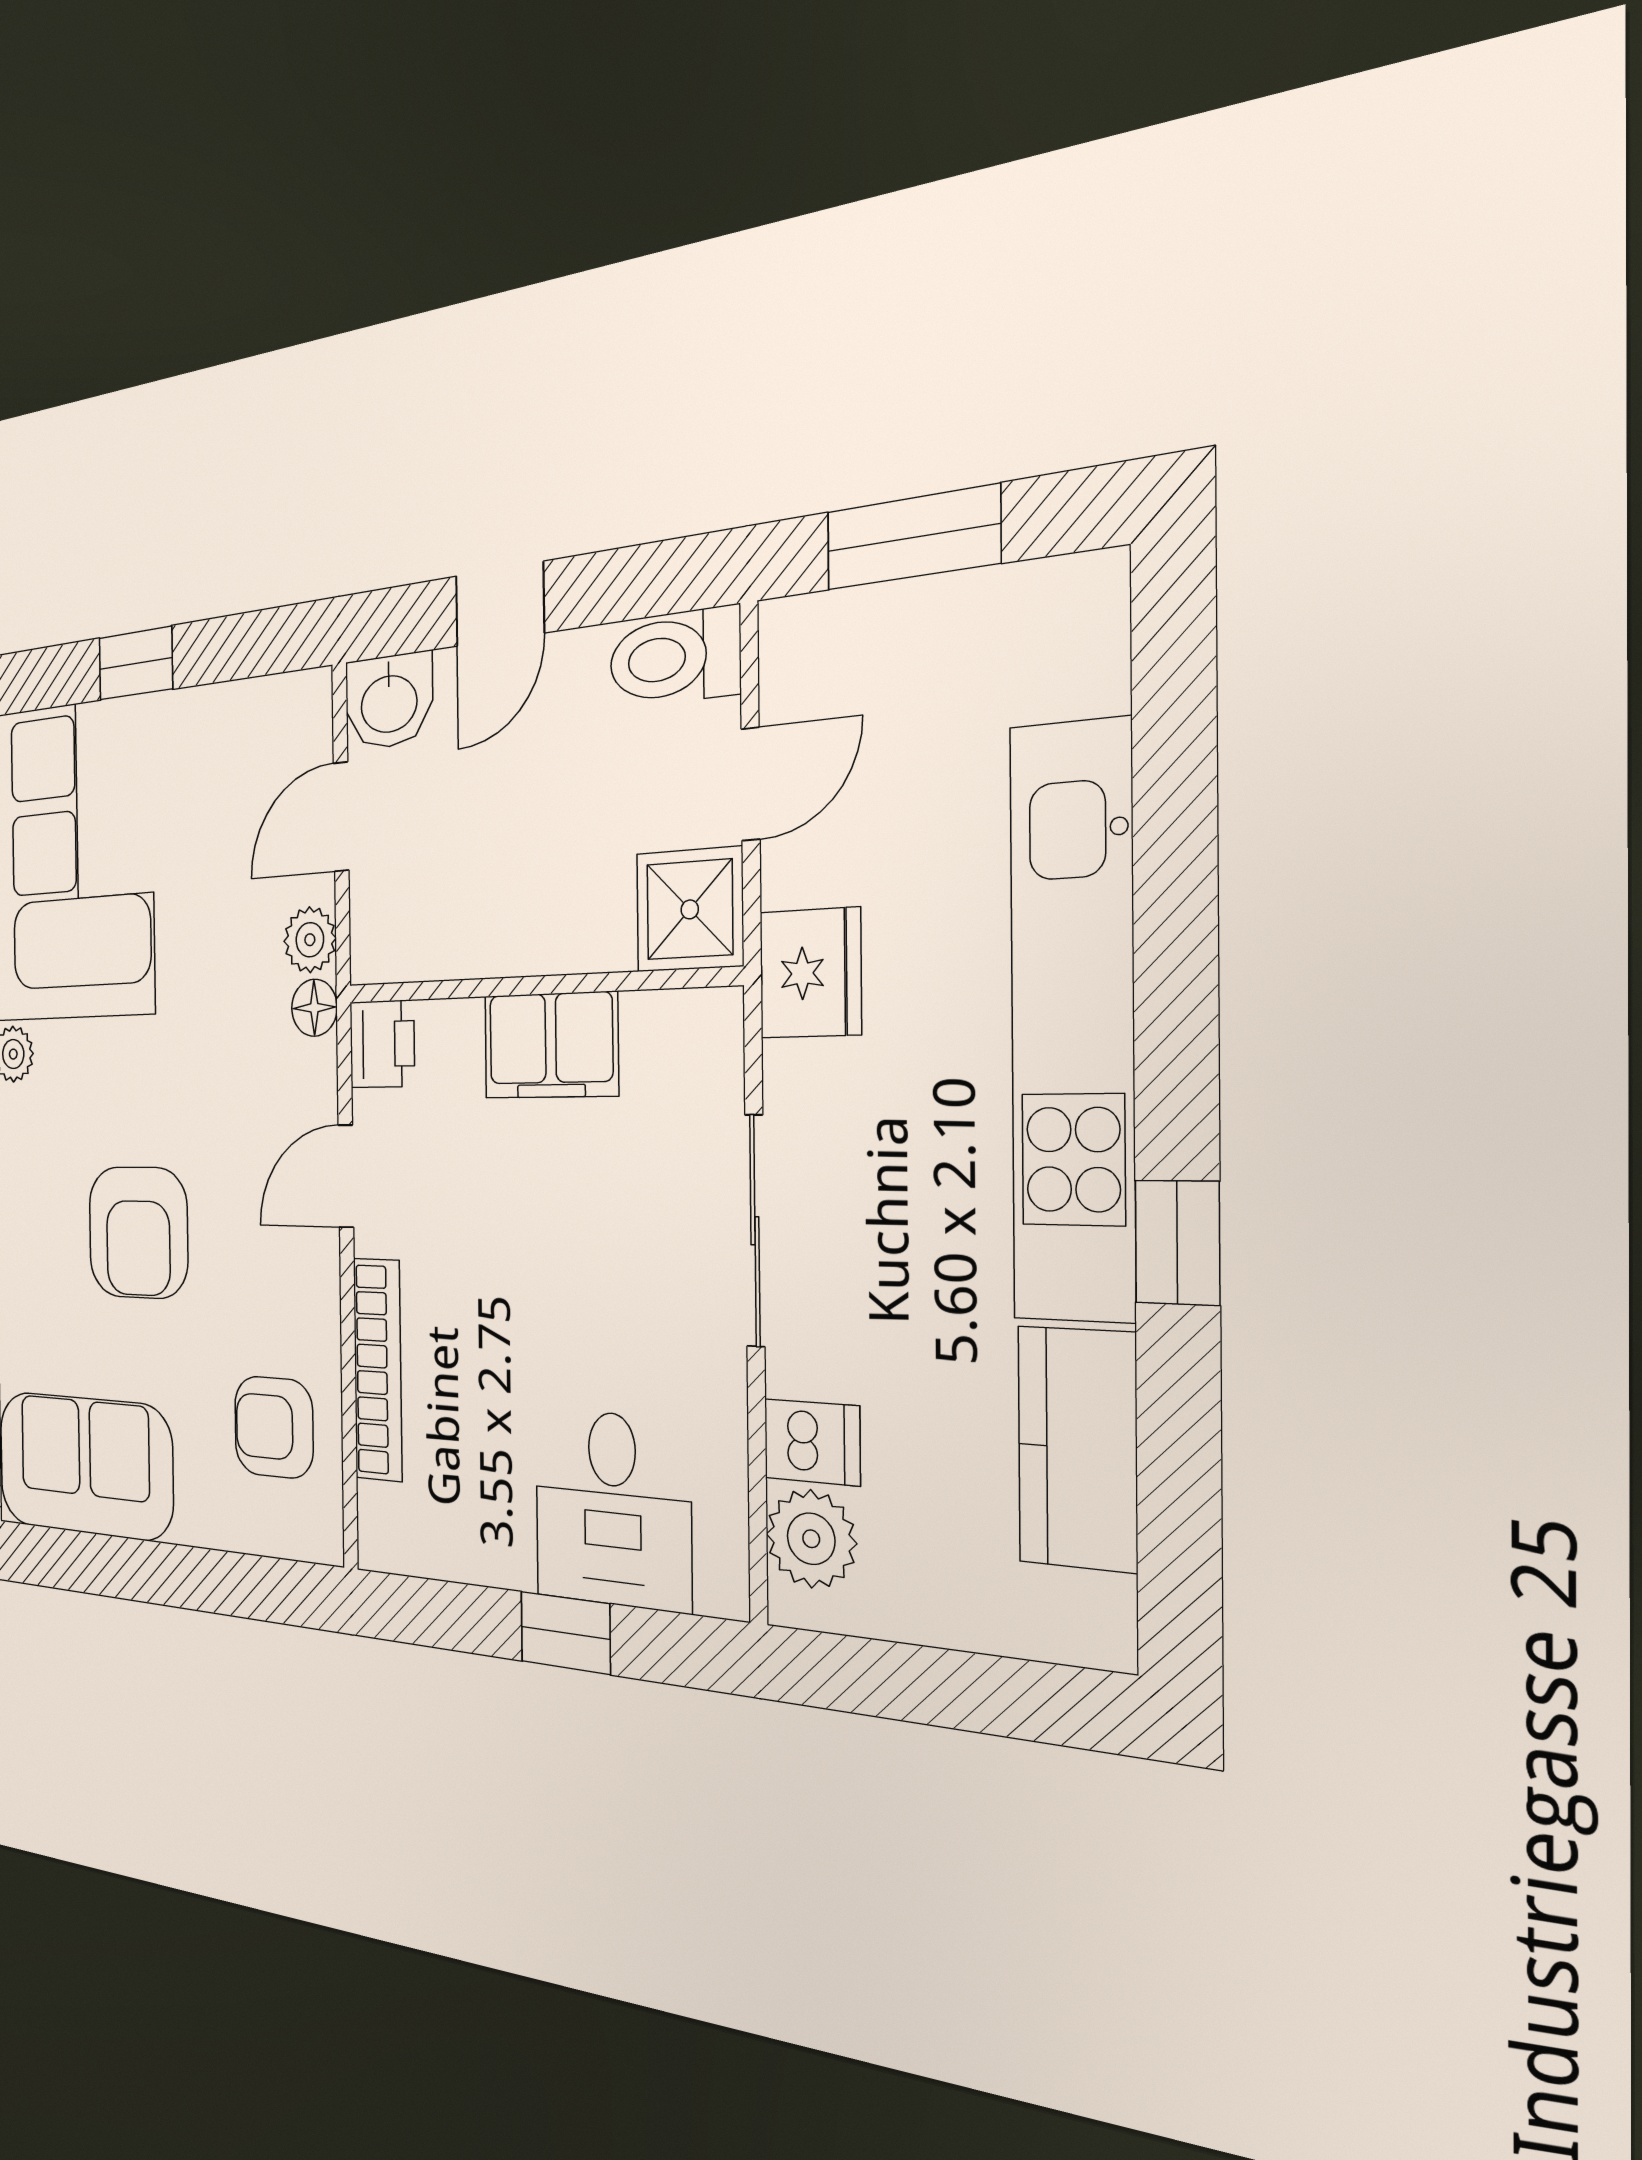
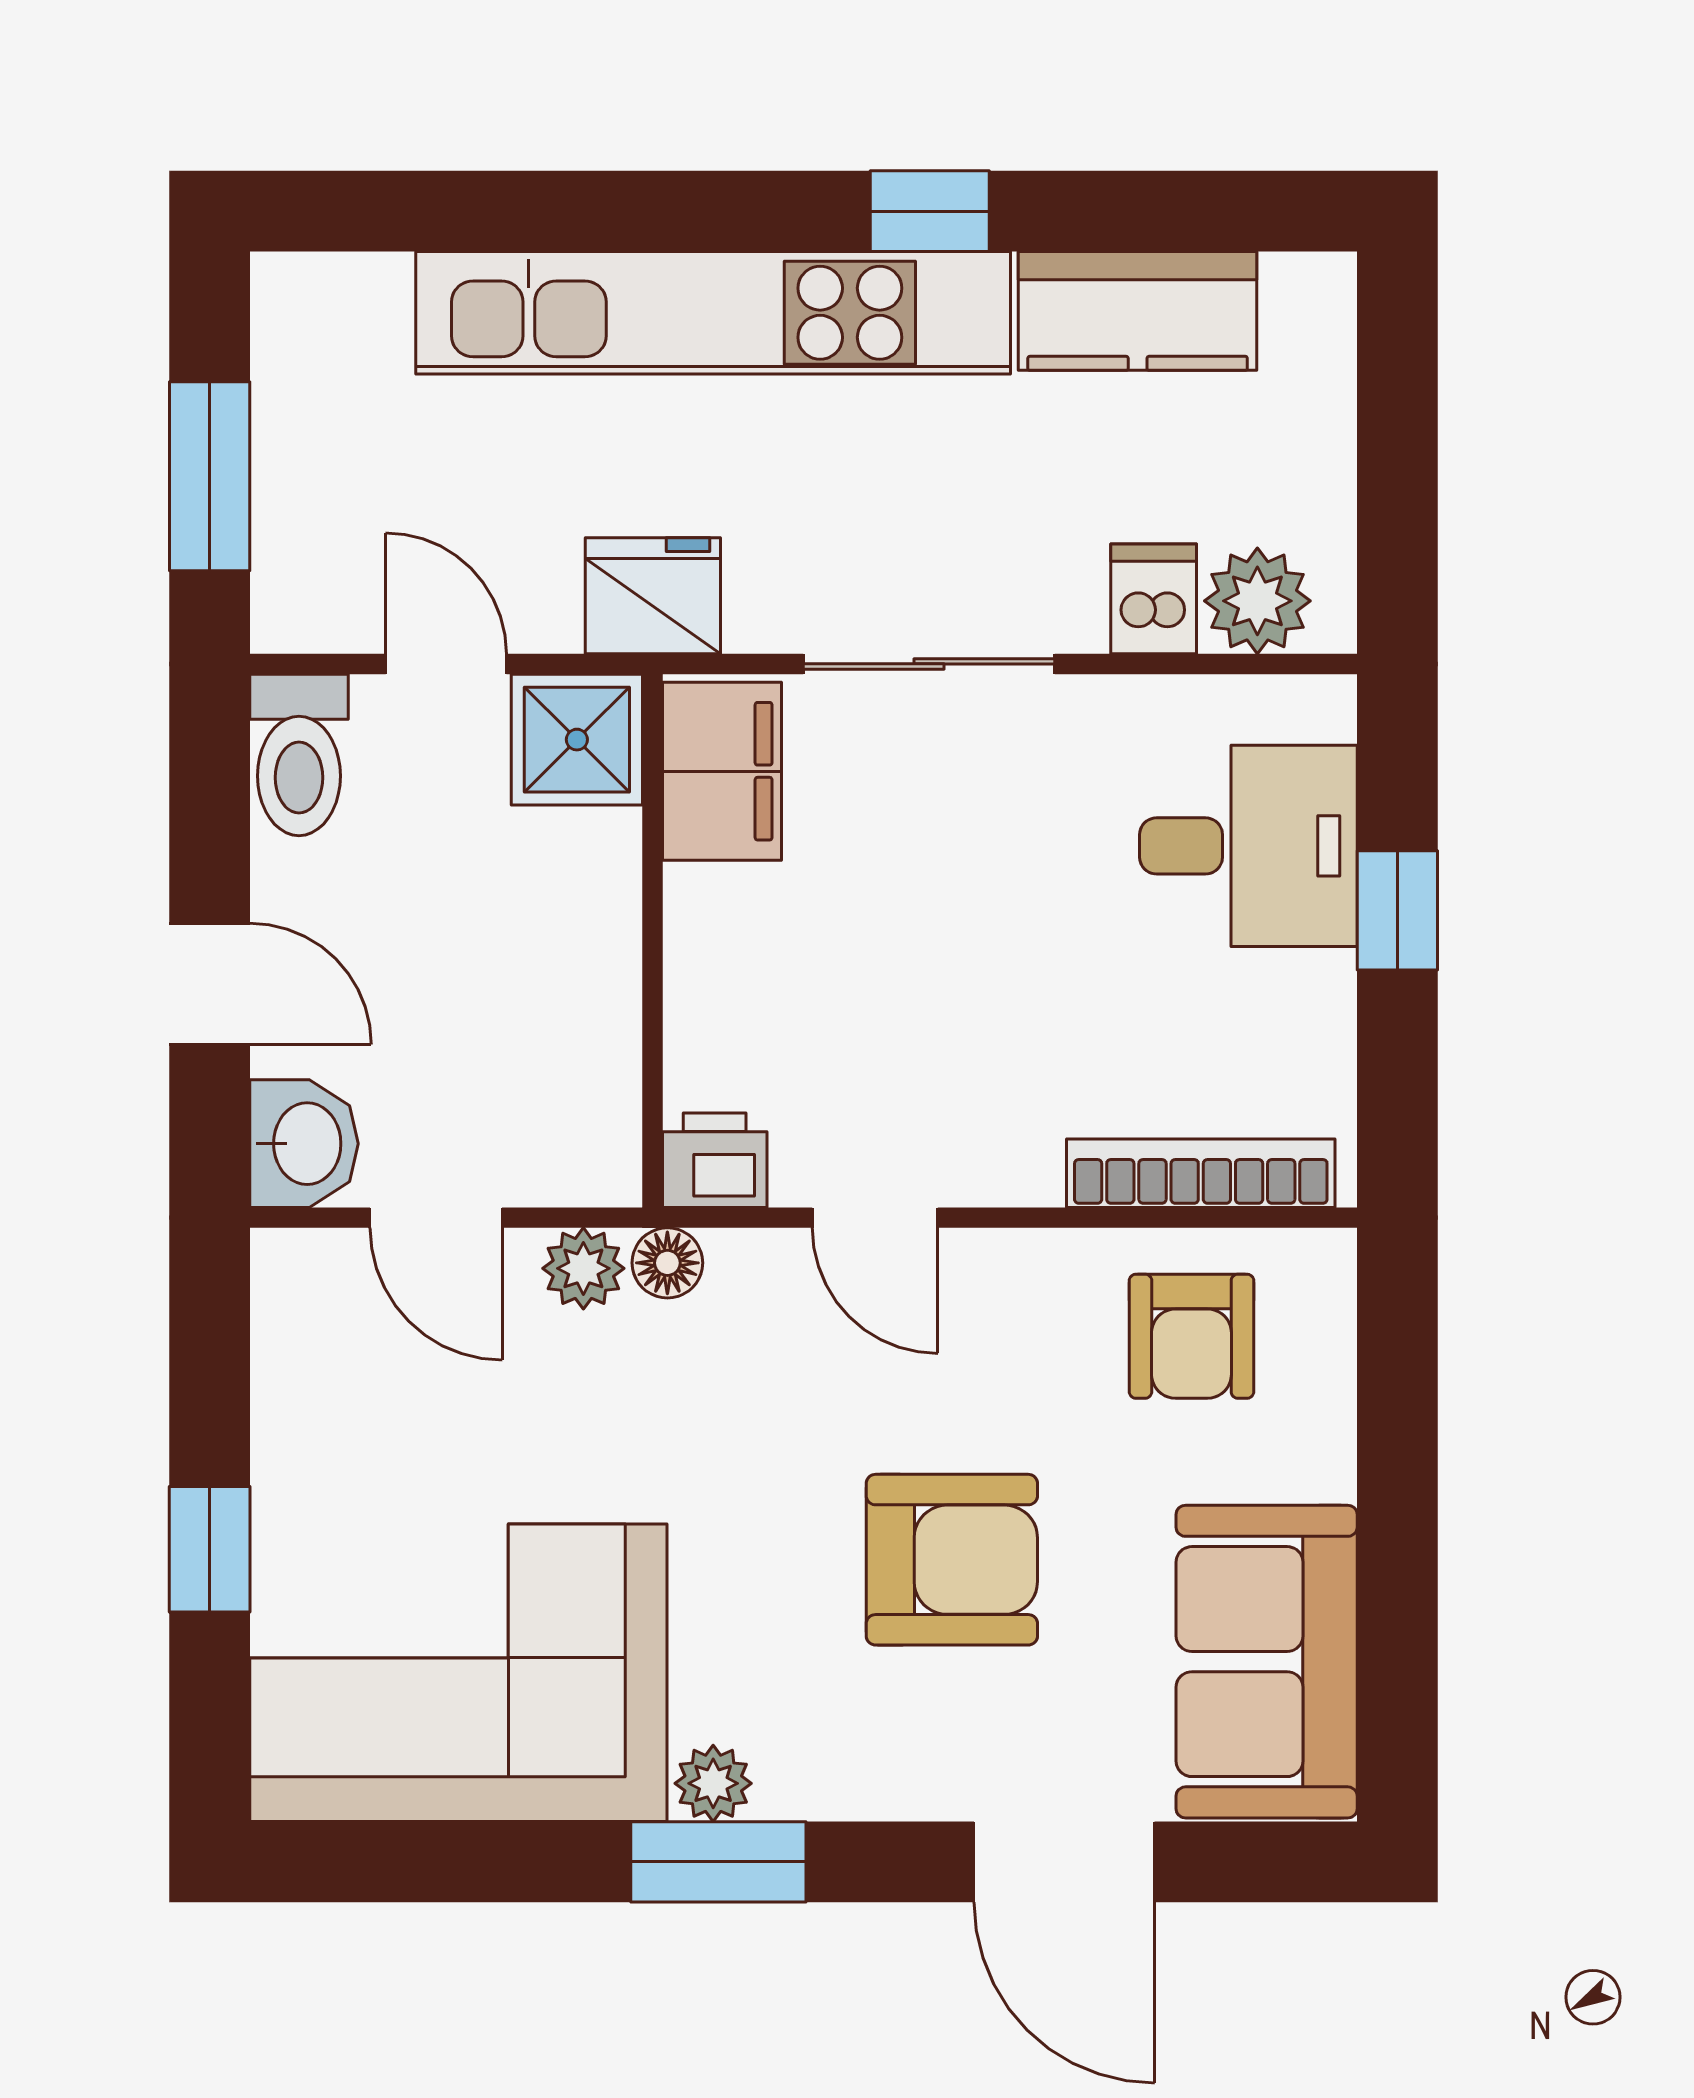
filing cabinet: (551, 1045) -> (722, 771), moved
bookcase: (378, 1370) -> (1201, 1173), moved

